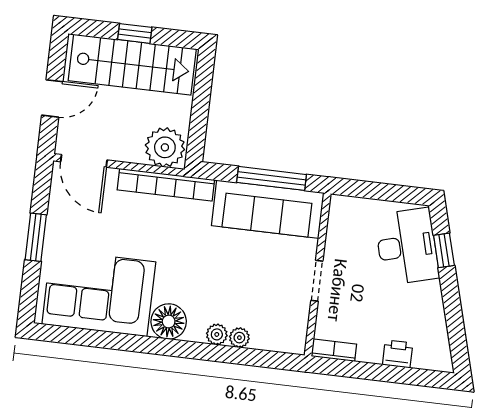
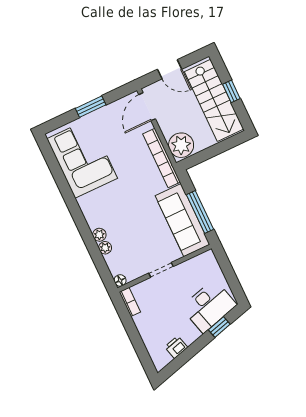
floor lamp: (169, 322) -> (120, 280), moved, width x0.53, depth x0.53
printer: (398, 354) -> (176, 347), moved, turned -105

